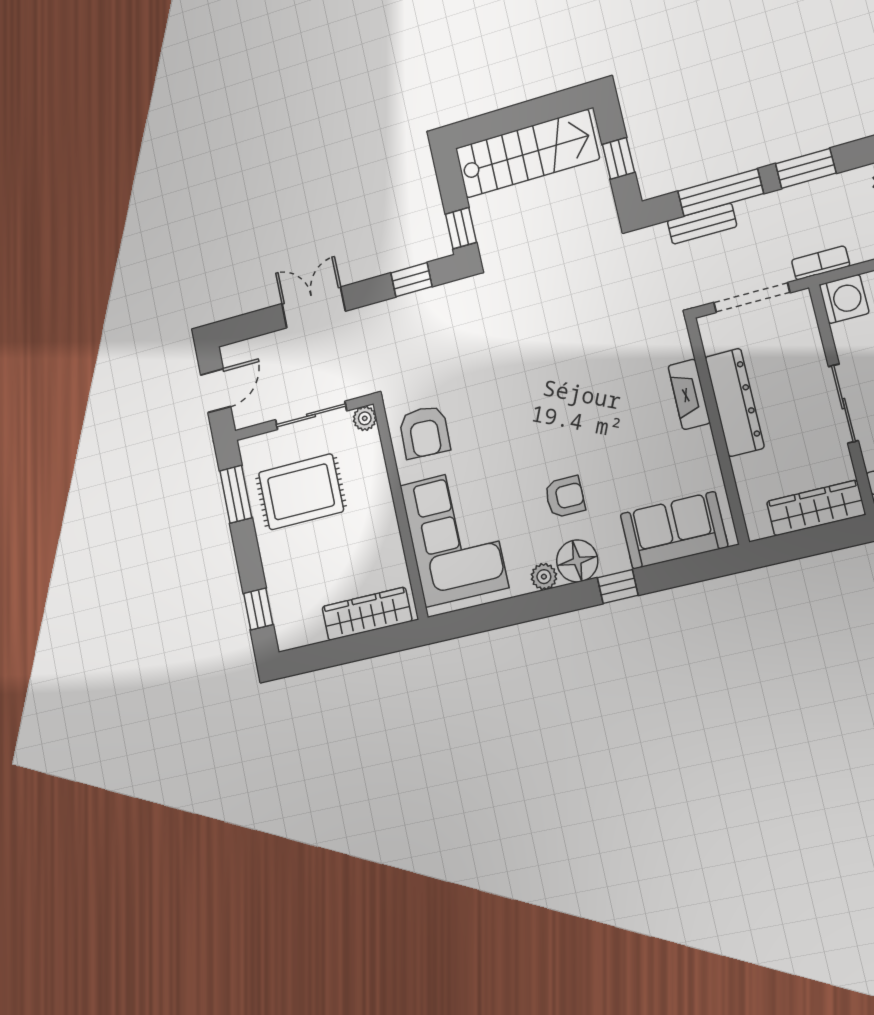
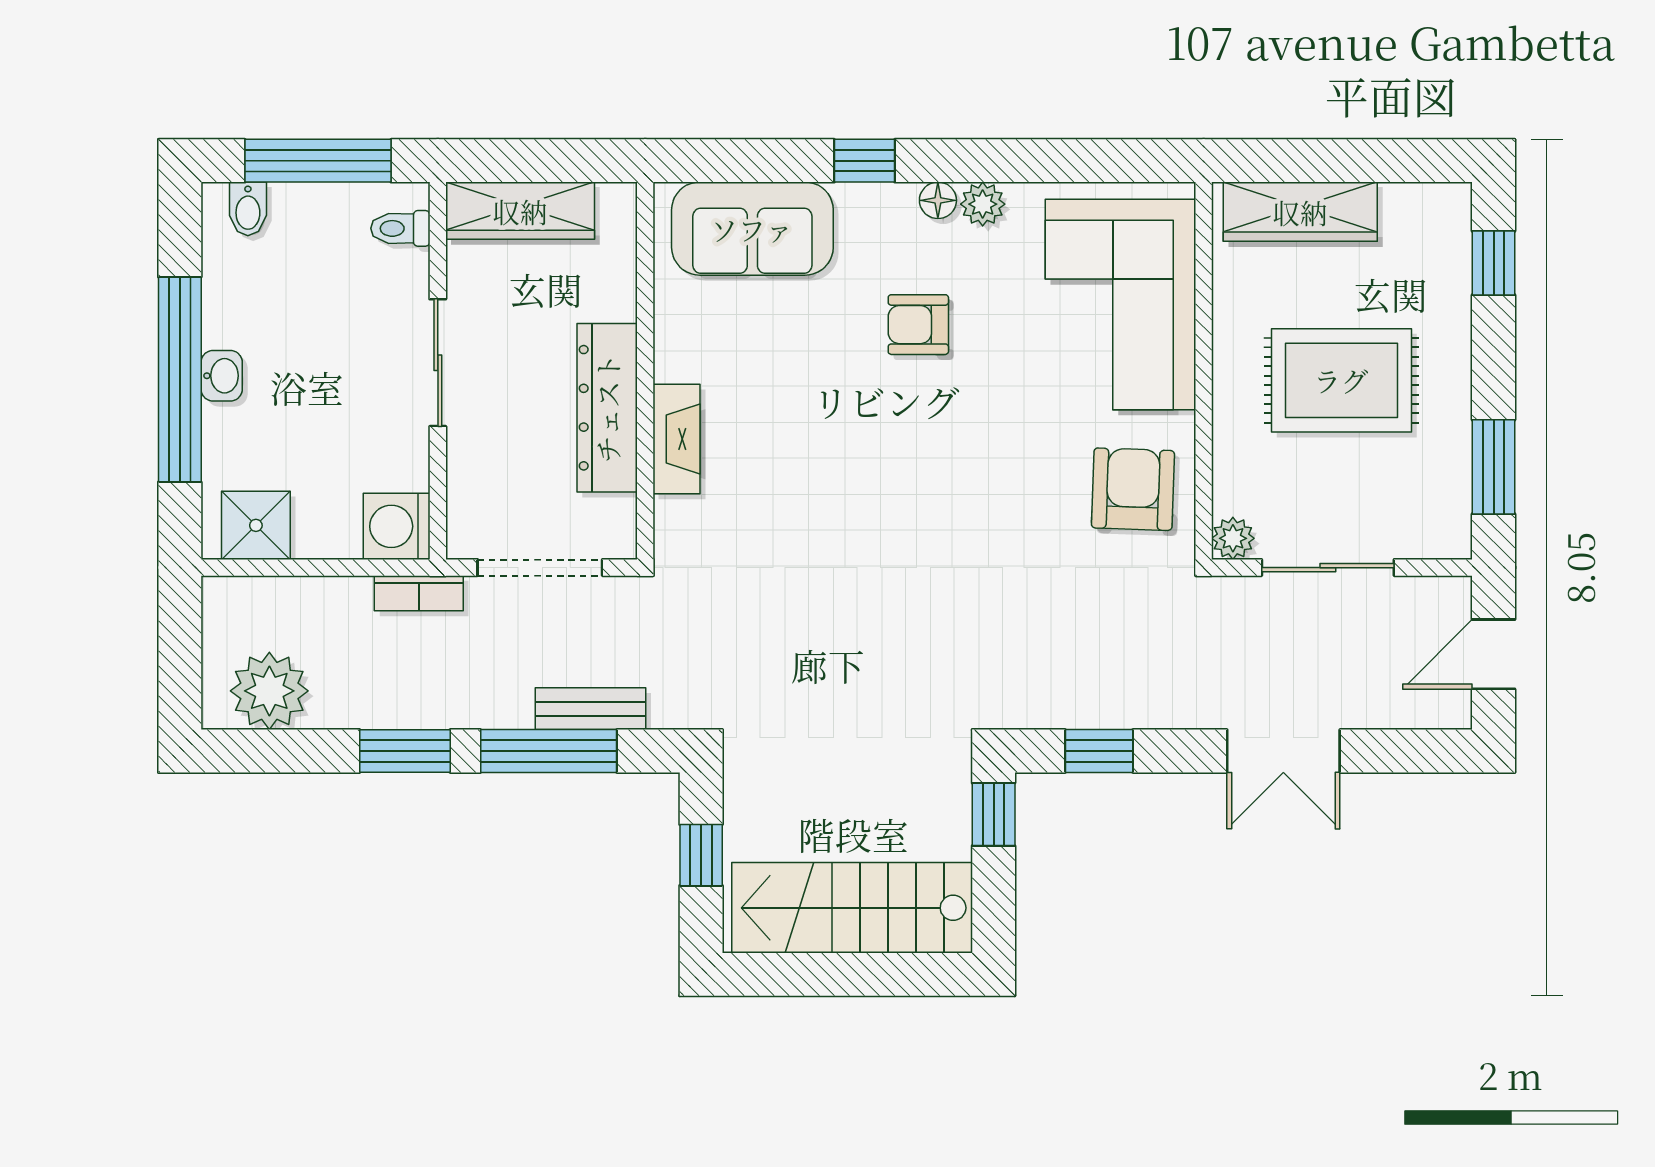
rug: (301, 492) -> (1341, 380), moved
floor lamp: (577, 561) -> (938, 200), width x0.53, depth x0.53

